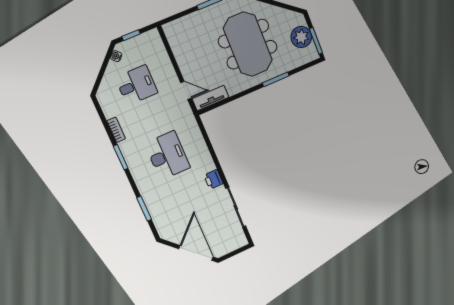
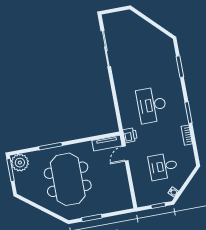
plant: (301, 37) -> (20, 163), moved
door: (186, 90) -> (125, 154), hinge flipped
printer: (213, 179) -> (130, 135), moved
door: (196, 253) -> (147, 19), removed

